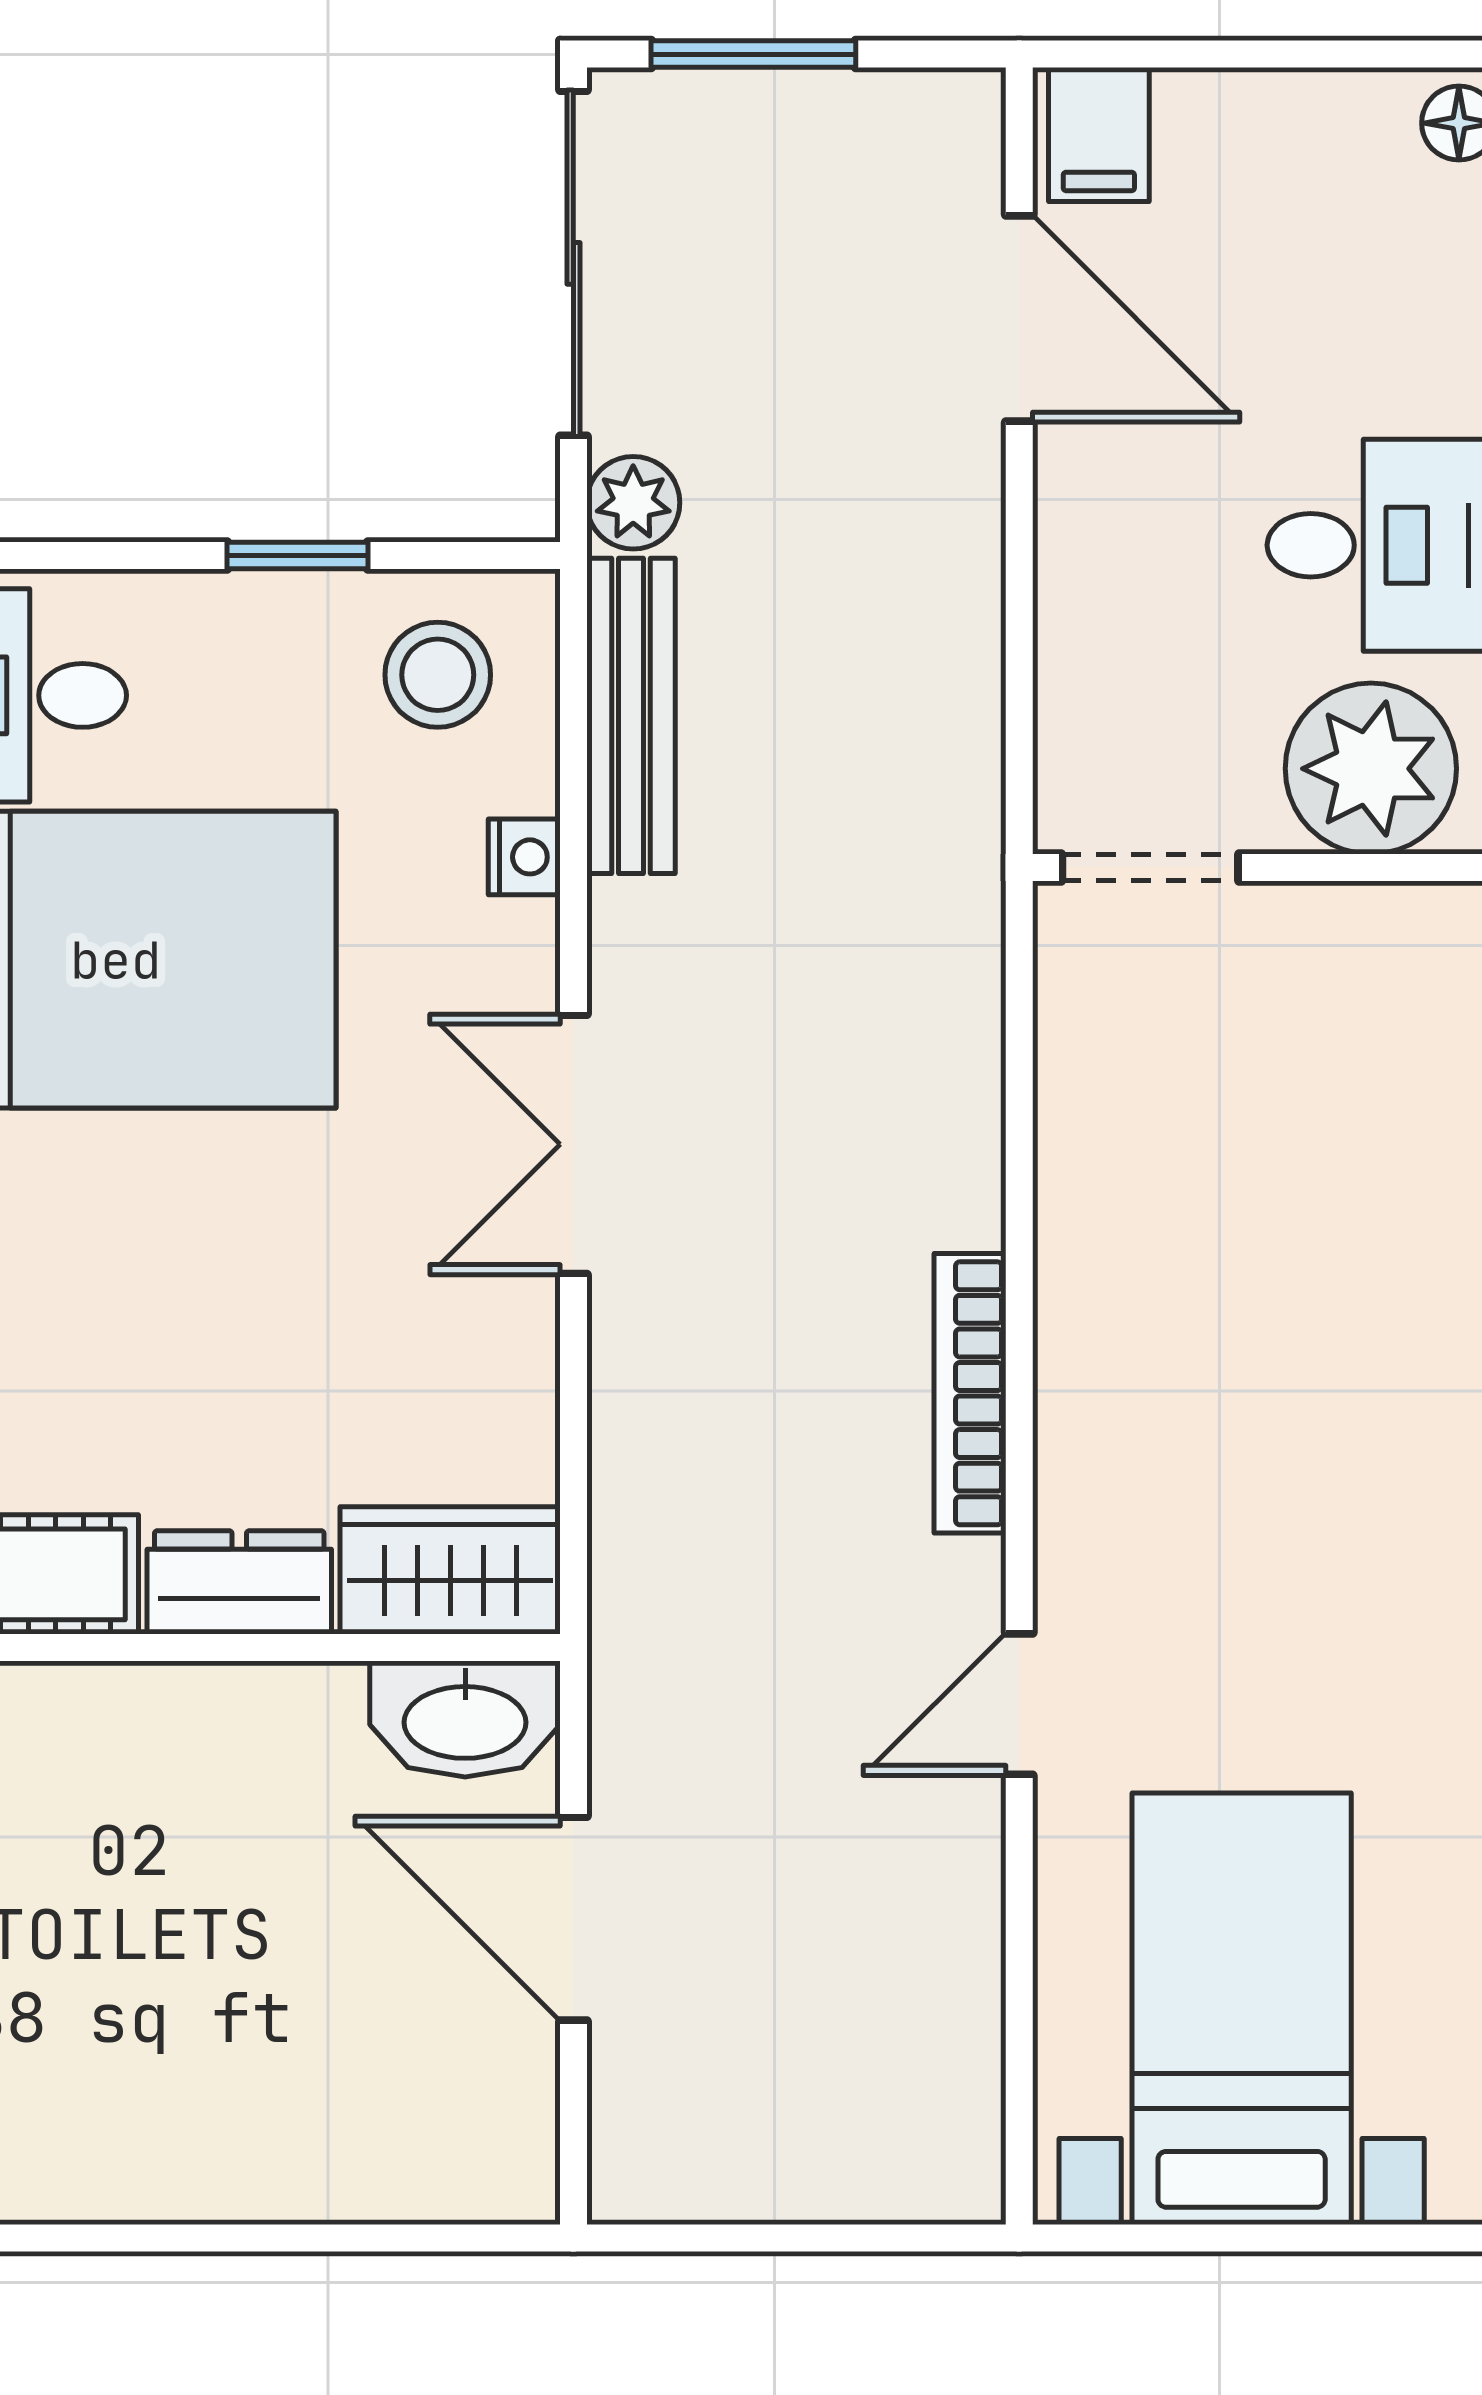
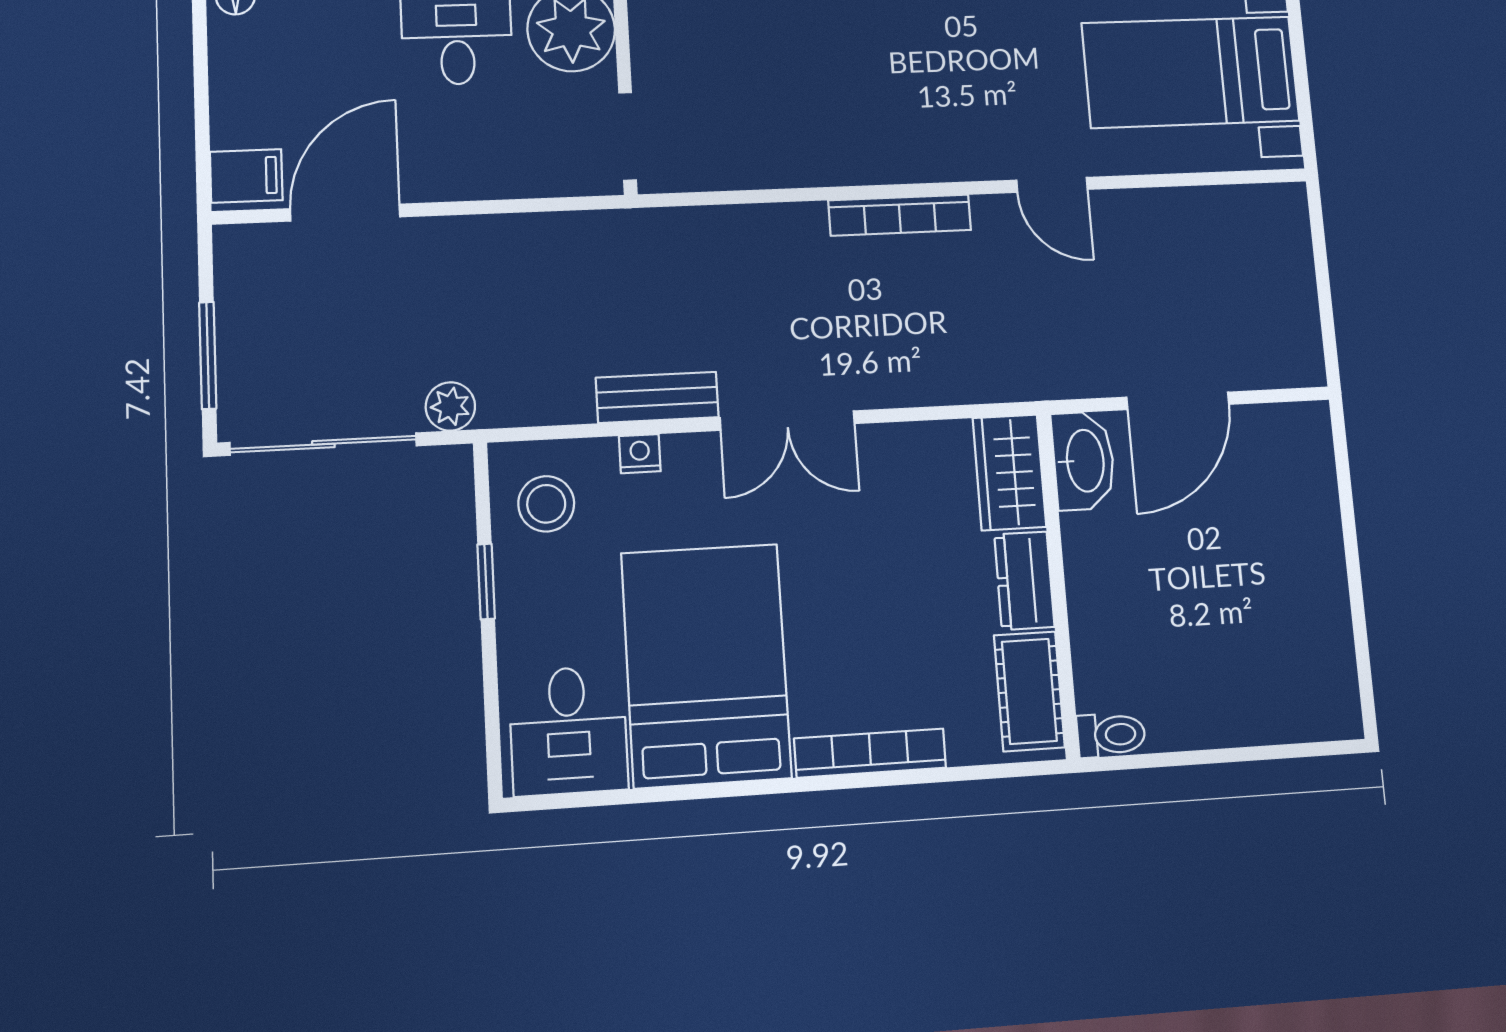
bench: (631, 716) -> (657, 397), moved, width x0.73

